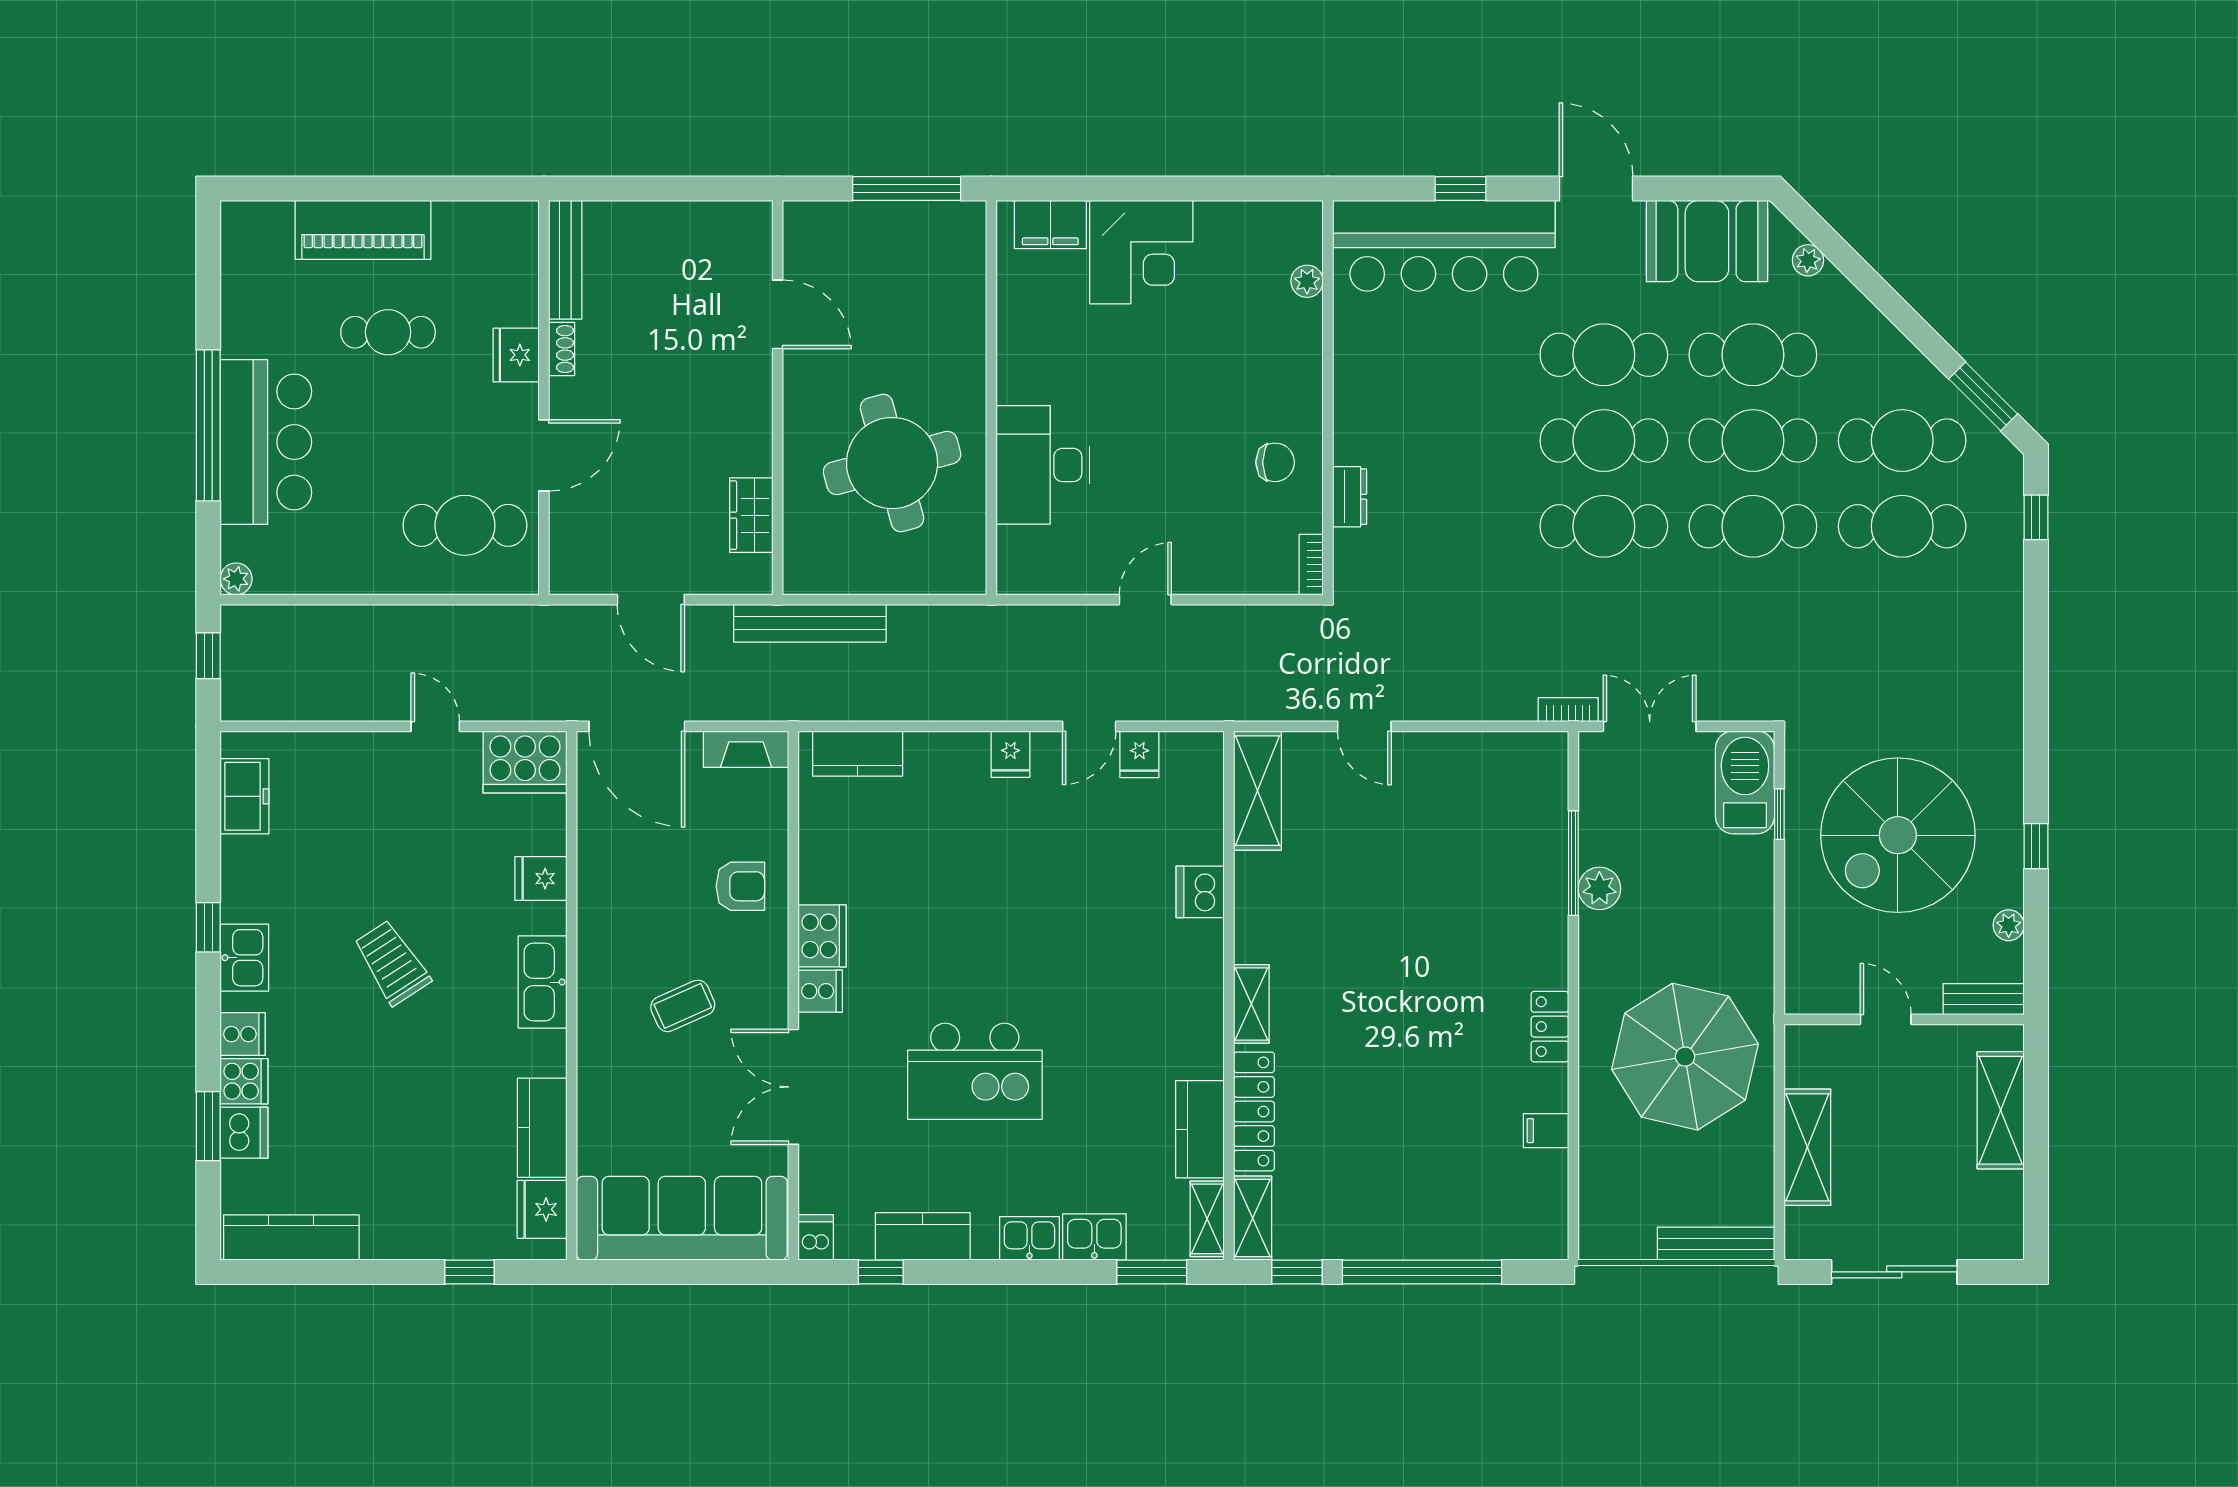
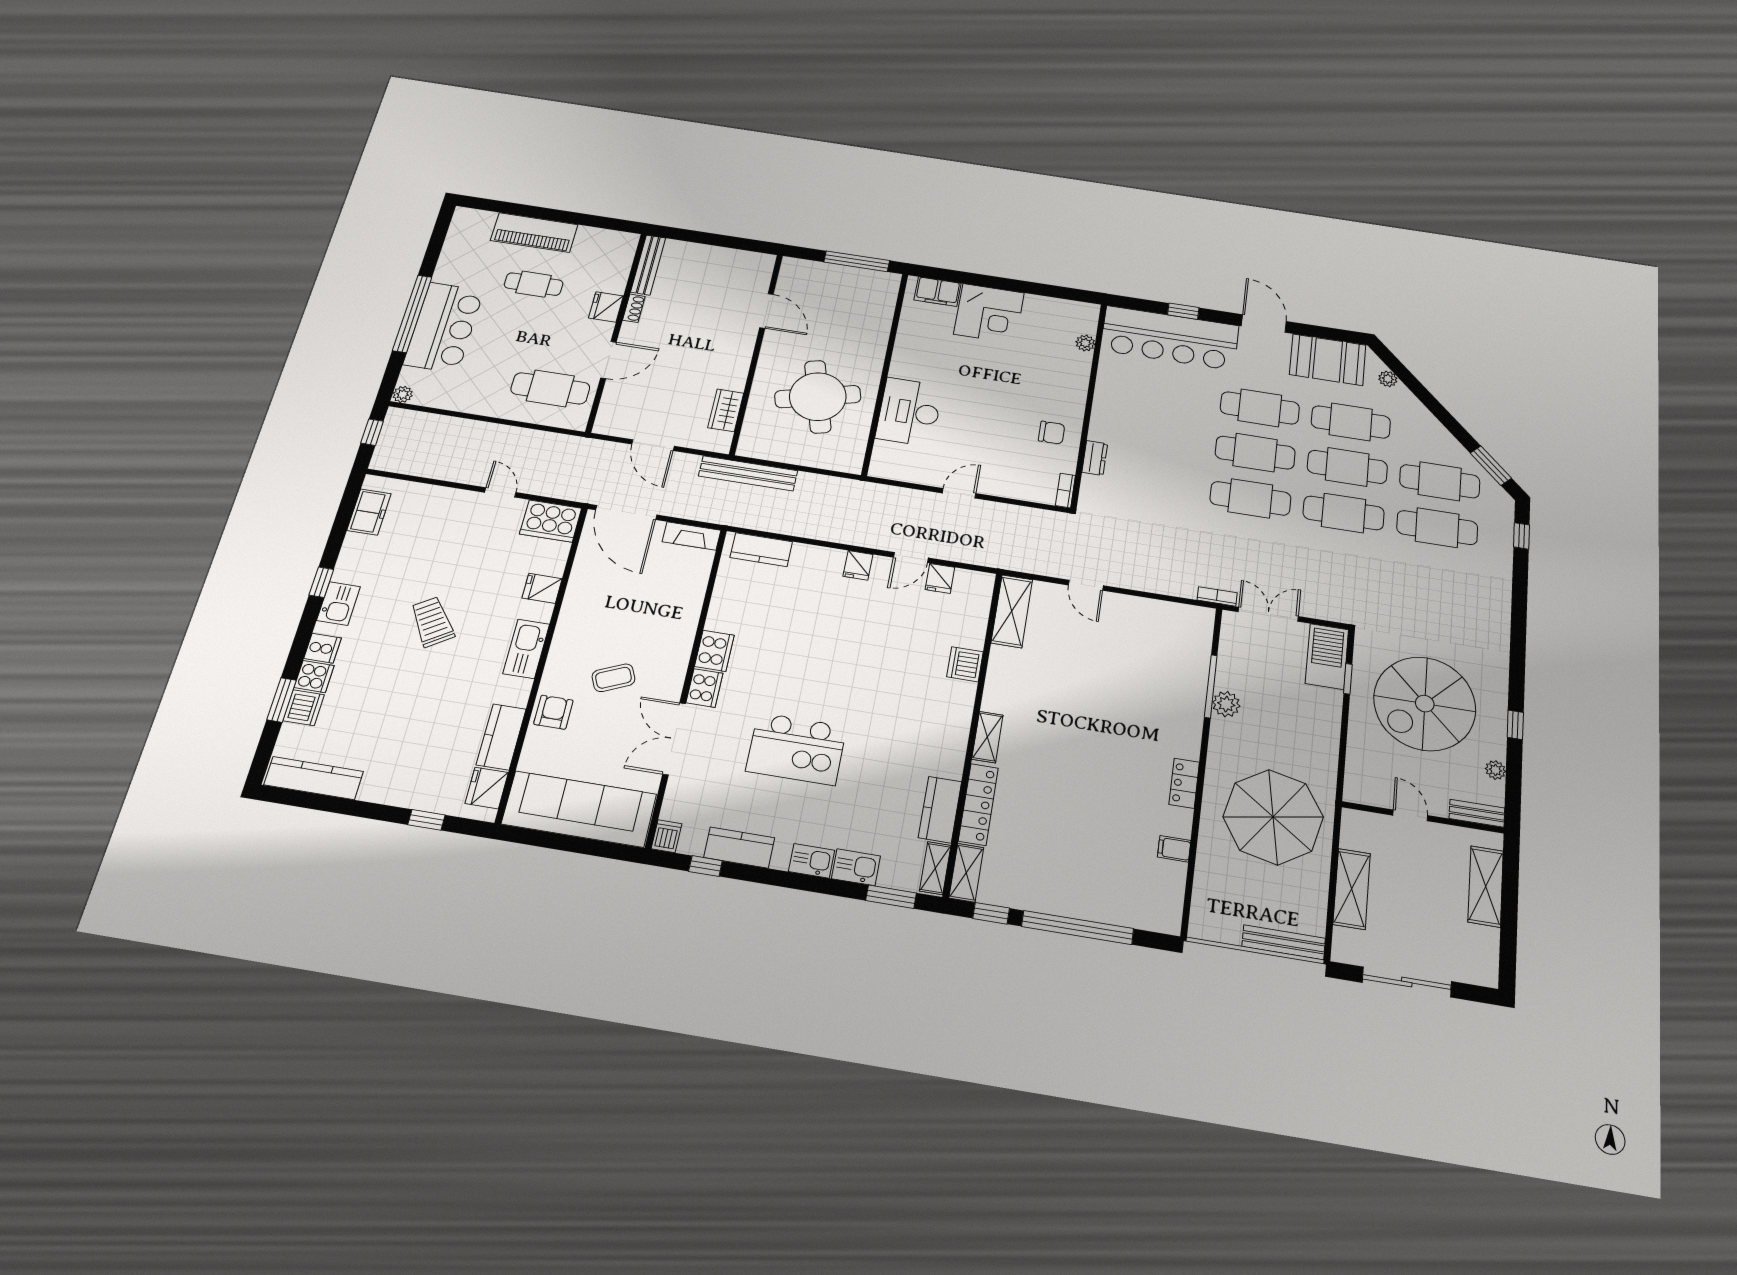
armchair: (740, 886) -> (553, 712), moved, turned -90
cooker: (820, 991) -> (704, 688), width x1.36

